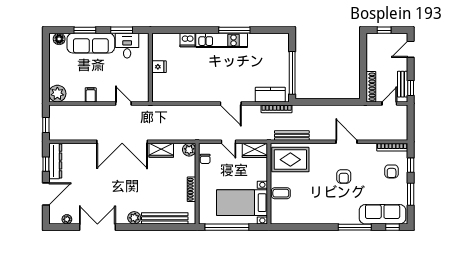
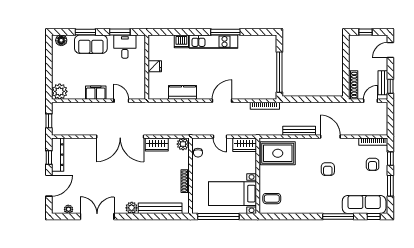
sofa: (91, 43) -> (91, 44), width x0.73
filing cabinet: (91, 95) -> (96, 93), width x2.00
kitchen counter: (270, 95) -> (182, 92), moved
door: (231, 103) -> (222, 101), swing flipped
bench: (292, 135) -> (299, 131), moved
coffee table: (281, 193) -> (272, 199), moved

